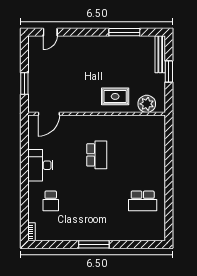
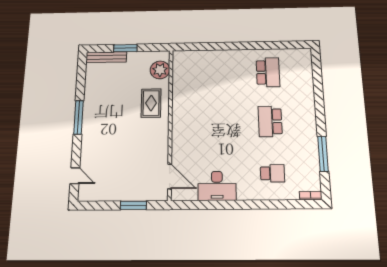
window: (124, 32) -> (79, 117), moved
school desk: (97, 155) -> (270, 121), moved, turned -90
desk: (40, 165) -> (217, 186), moved
window: (94, 244) -> (323, 154), moved

